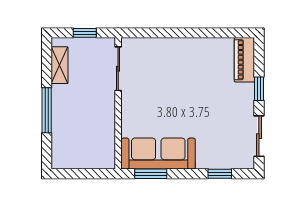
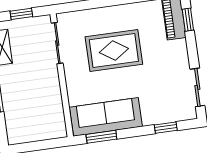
rug: (177, 85) -> (114, 50), added
window: (259, 89) -> (188, 20), moved

